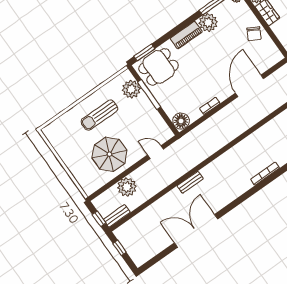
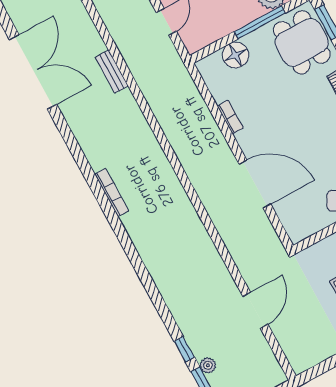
floor lamp: (181, 121) -> (235, 55), moved

